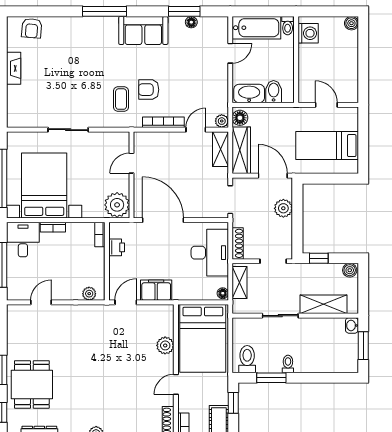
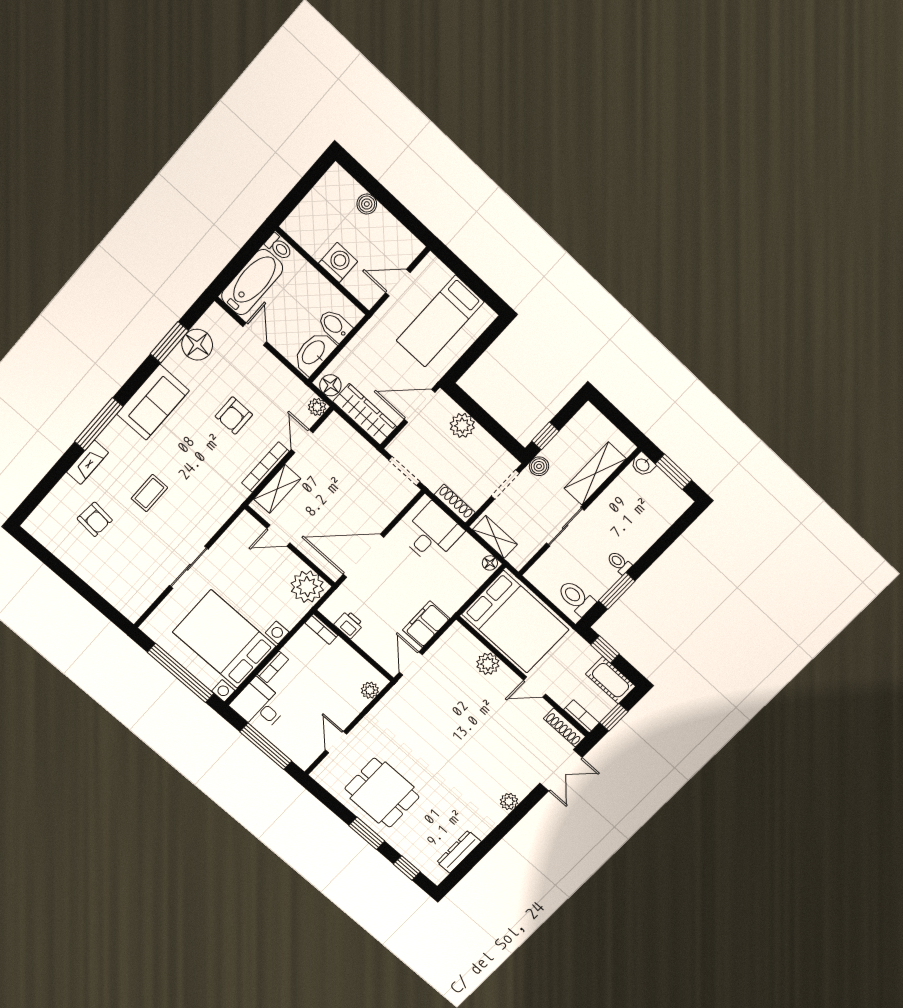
floor lamp: (191, 22) -> (197, 345), width x1.89, depth x1.89
boiler: (351, 23) -> (367, 204), moved
armchair: (32, 28) -> (95, 519), moved
washing machine: (308, 33) -> (338, 262), moved
fireplace: (14, 68) -> (87, 462), moved, turned 90
armchair: (149, 90) -> (234, 416), moved
coffee table: (121, 99) -> (149, 493), moved, turned 90
shelving: (220, 149) -> (277, 489), moved, turned 90
door: (132, 163) -> (278, 536), hinge flipped
desk: (210, 253) -> (432, 534), width x0.73
boiler: (350, 270) -> (539, 466), moved
dining table: (32, 384) -> (382, 793), moved
door: (176, 384) -> (535, 687), hinge flipped

